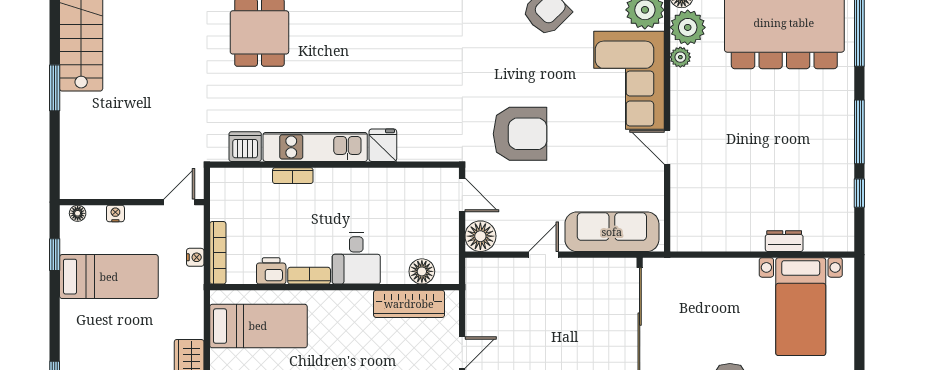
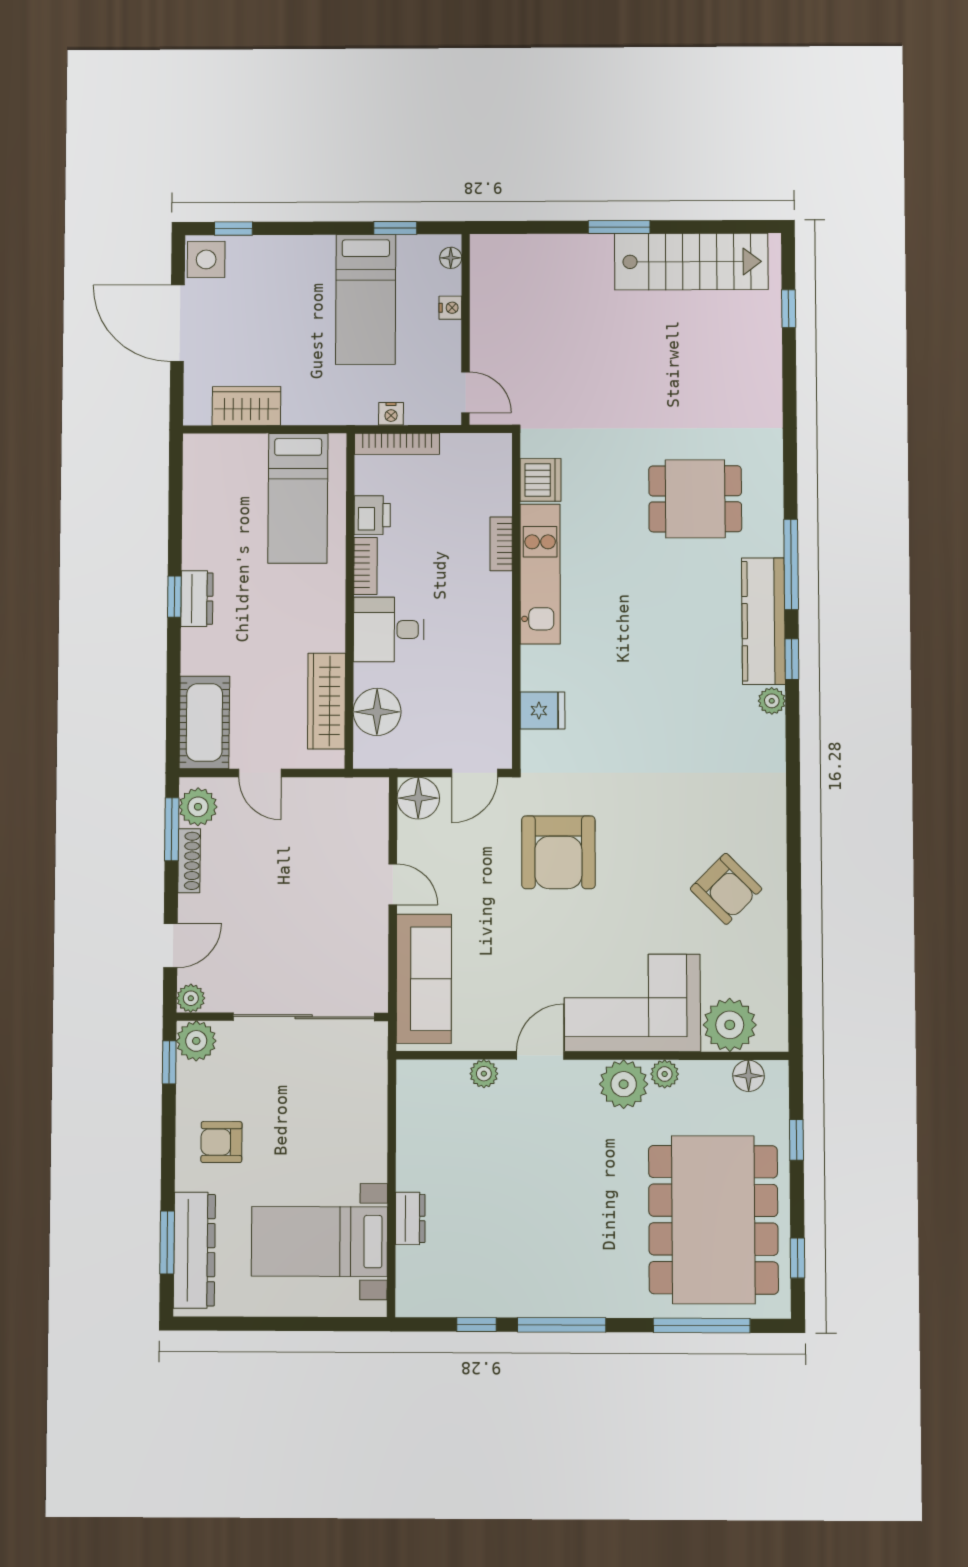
plant: (688, 27) -> (624, 1084), moved
fridge: (383, 145) -> (542, 711), moved
plant: (680, 188) -> (484, 1074), added
floor lamp: (422, 271) -> (377, 712), width x1.38, depth x1.38

